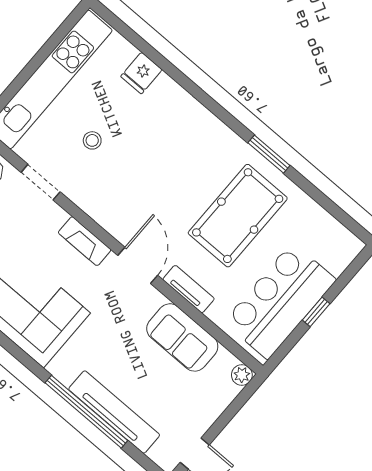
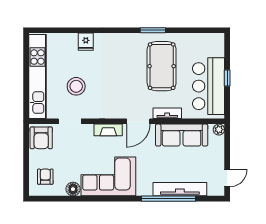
fridge: (141, 73) -> (86, 42), moved
stool: (92, 140) -> (76, 86), width x1.89, depth x1.89
door: (138, 265) -> (138, 121), swing flipped
sofa: (182, 337) -> (182, 135), width x1.36

